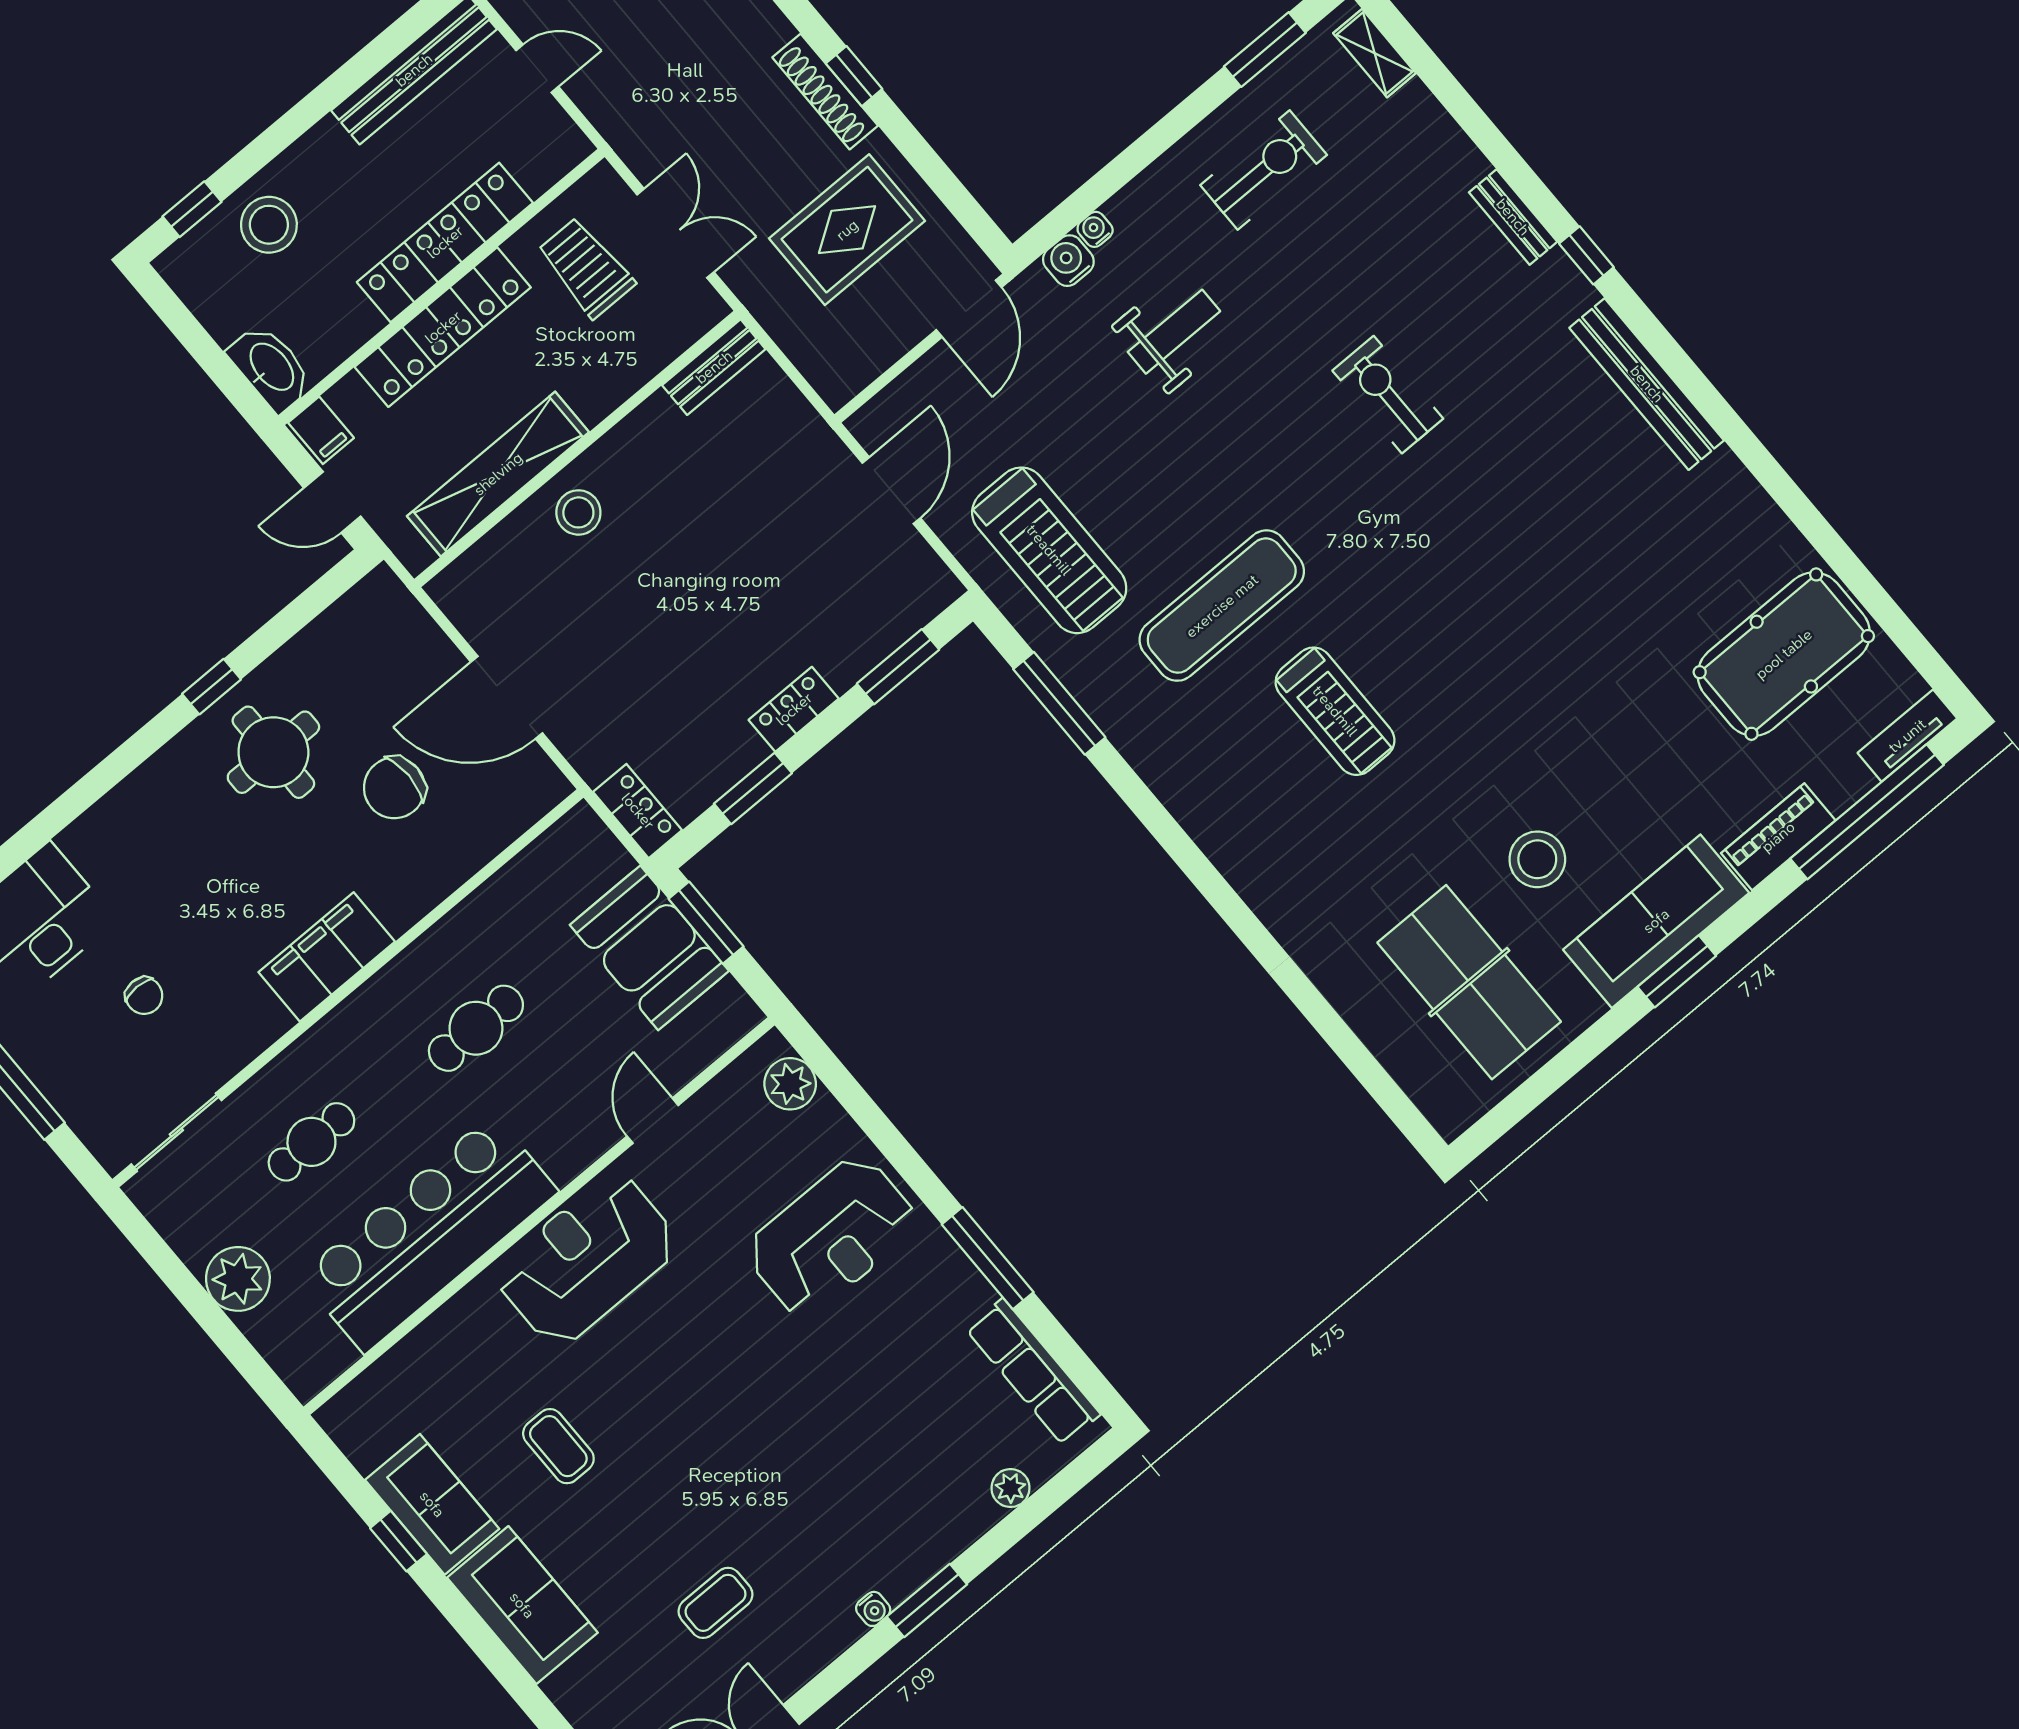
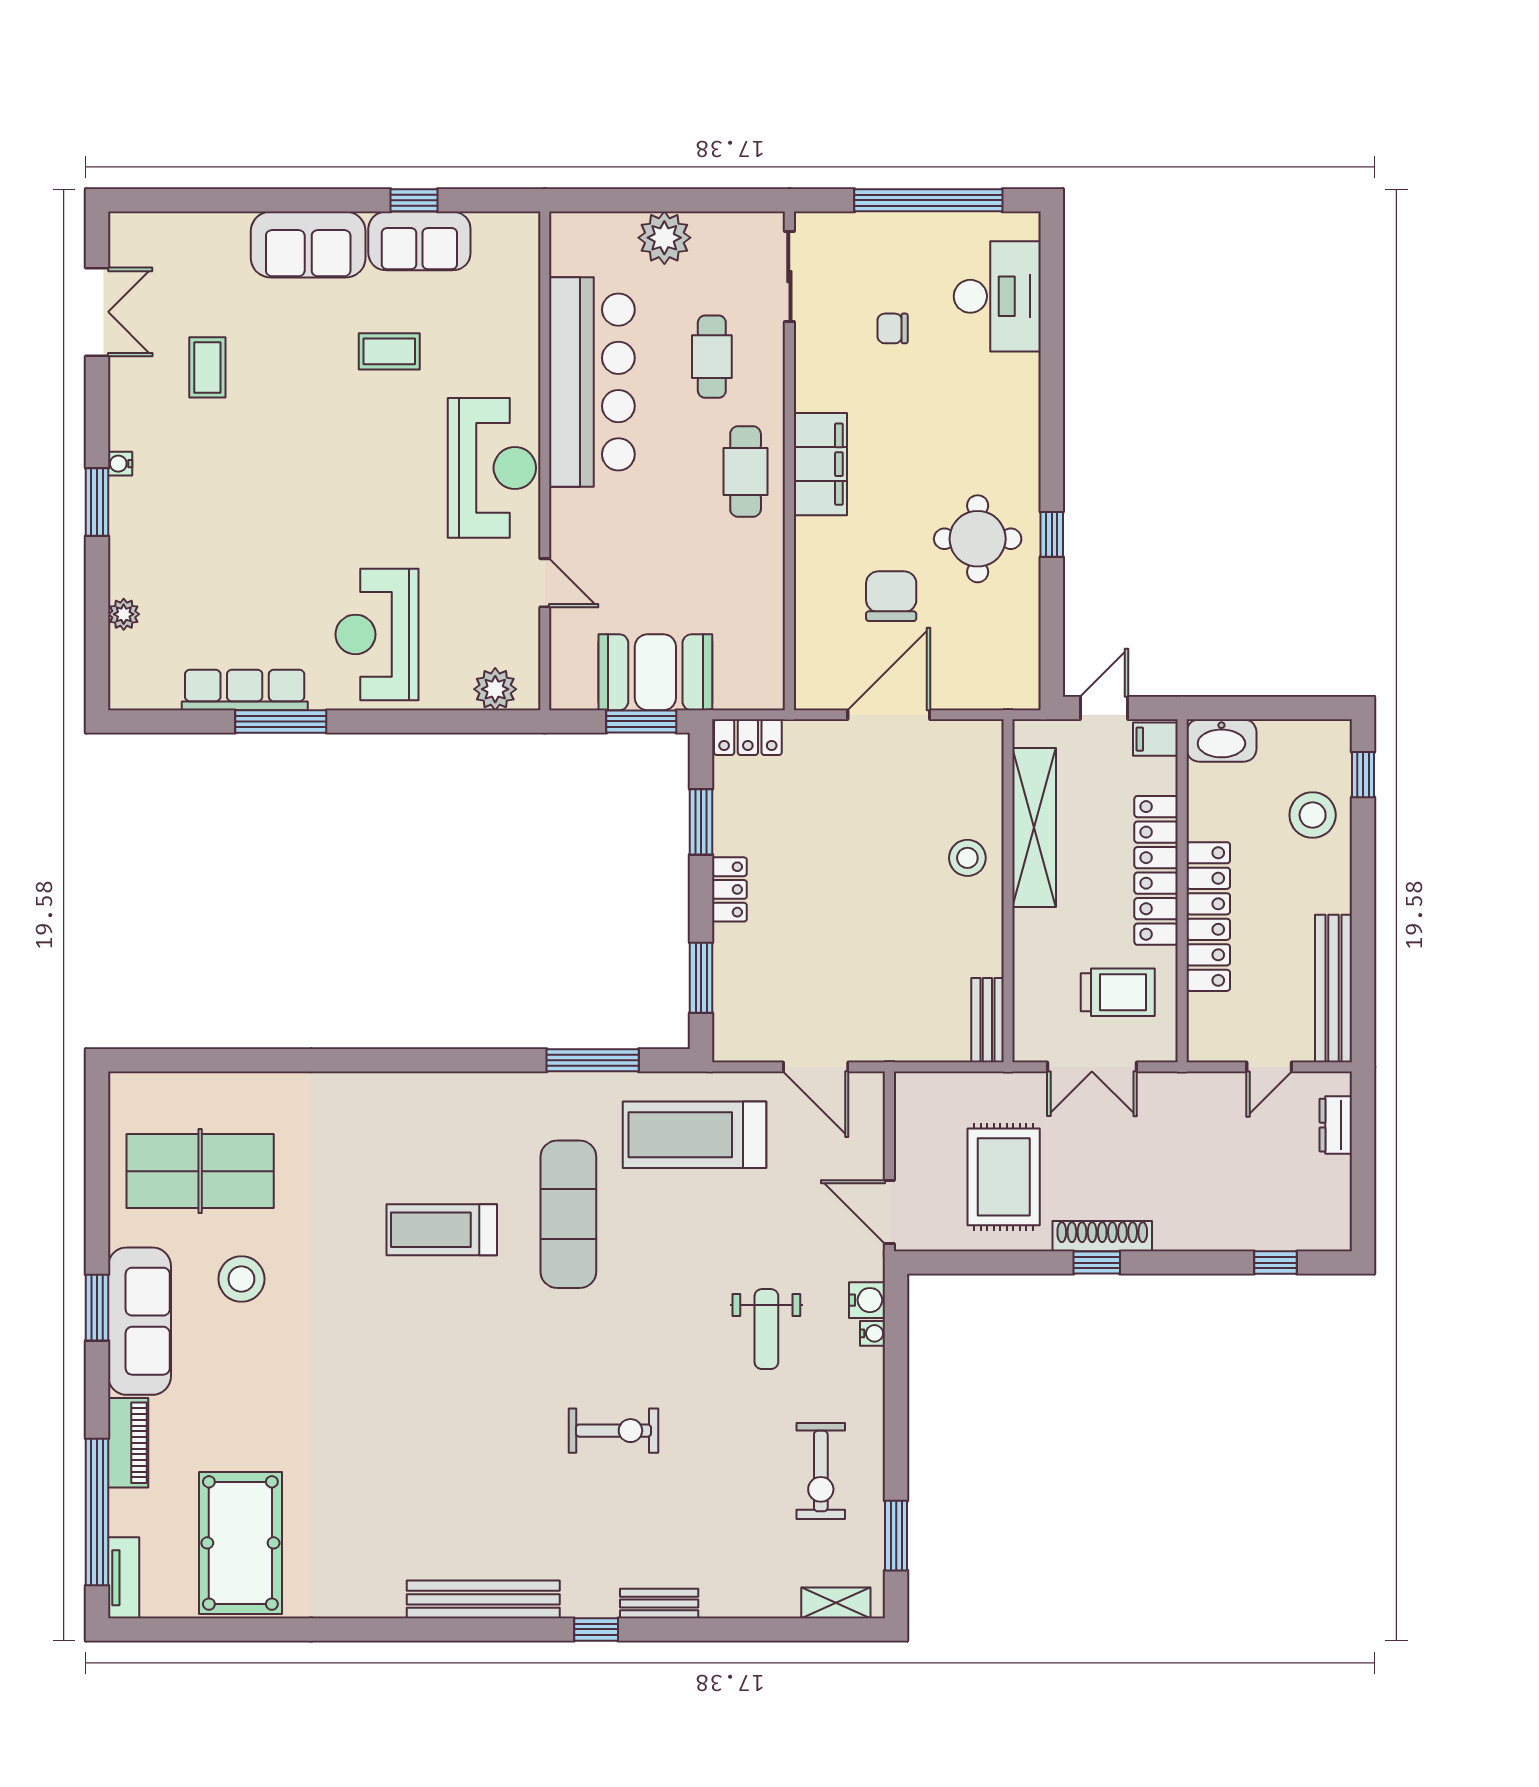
cafe table: (476, 1028) -> (746, 472), moved
row of seats: (1033, 1372) -> (245, 690), moved

